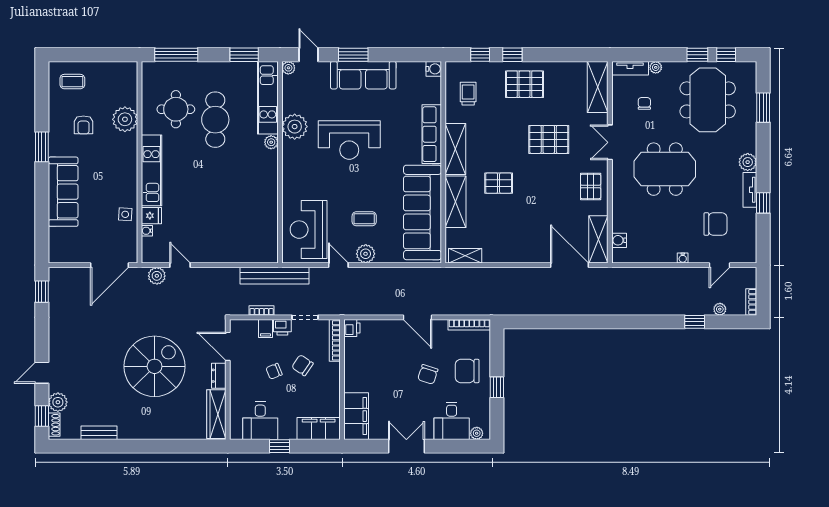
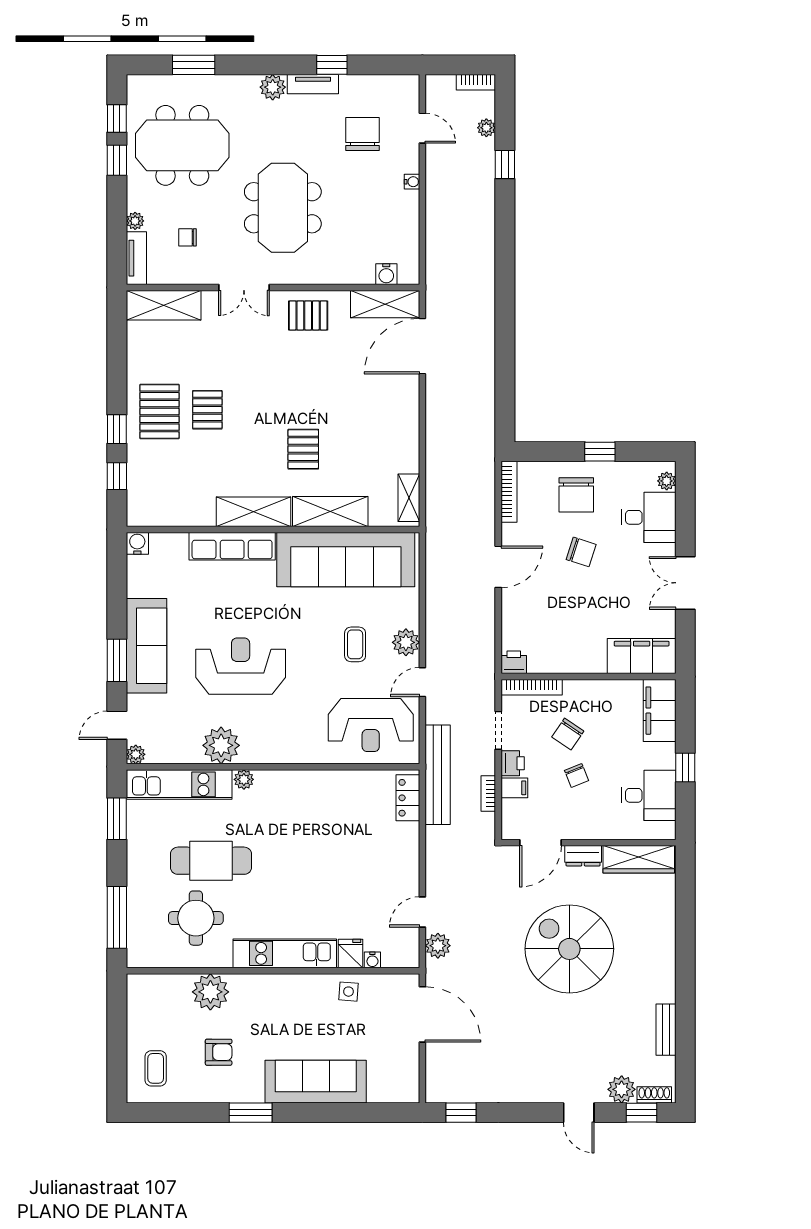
trolley: (468, 94) -> (173, 493), removed
pallet: (549, 139) -> (207, 410), moved, width x0.67, depth x0.71
reception desk: (349, 140) -> (241, 666), turned -90
locker: (259, 255) -> (408, 798), added

